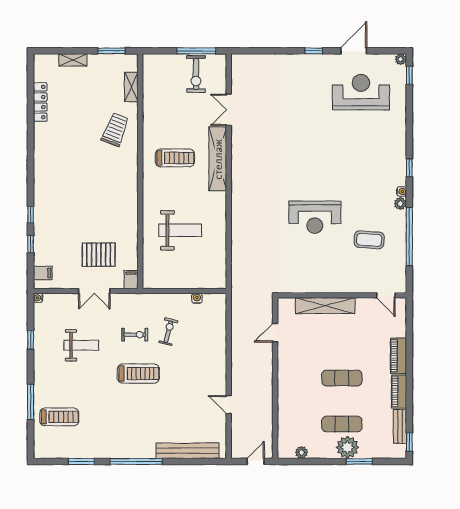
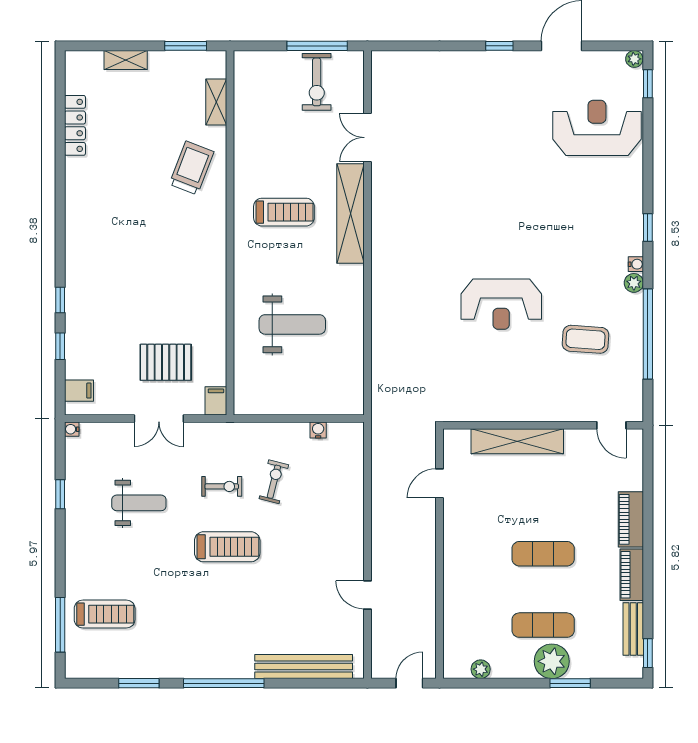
reception desk: (361, 92) -> (597, 128), moved
window: (31, 402) -> (60, 625), moved

